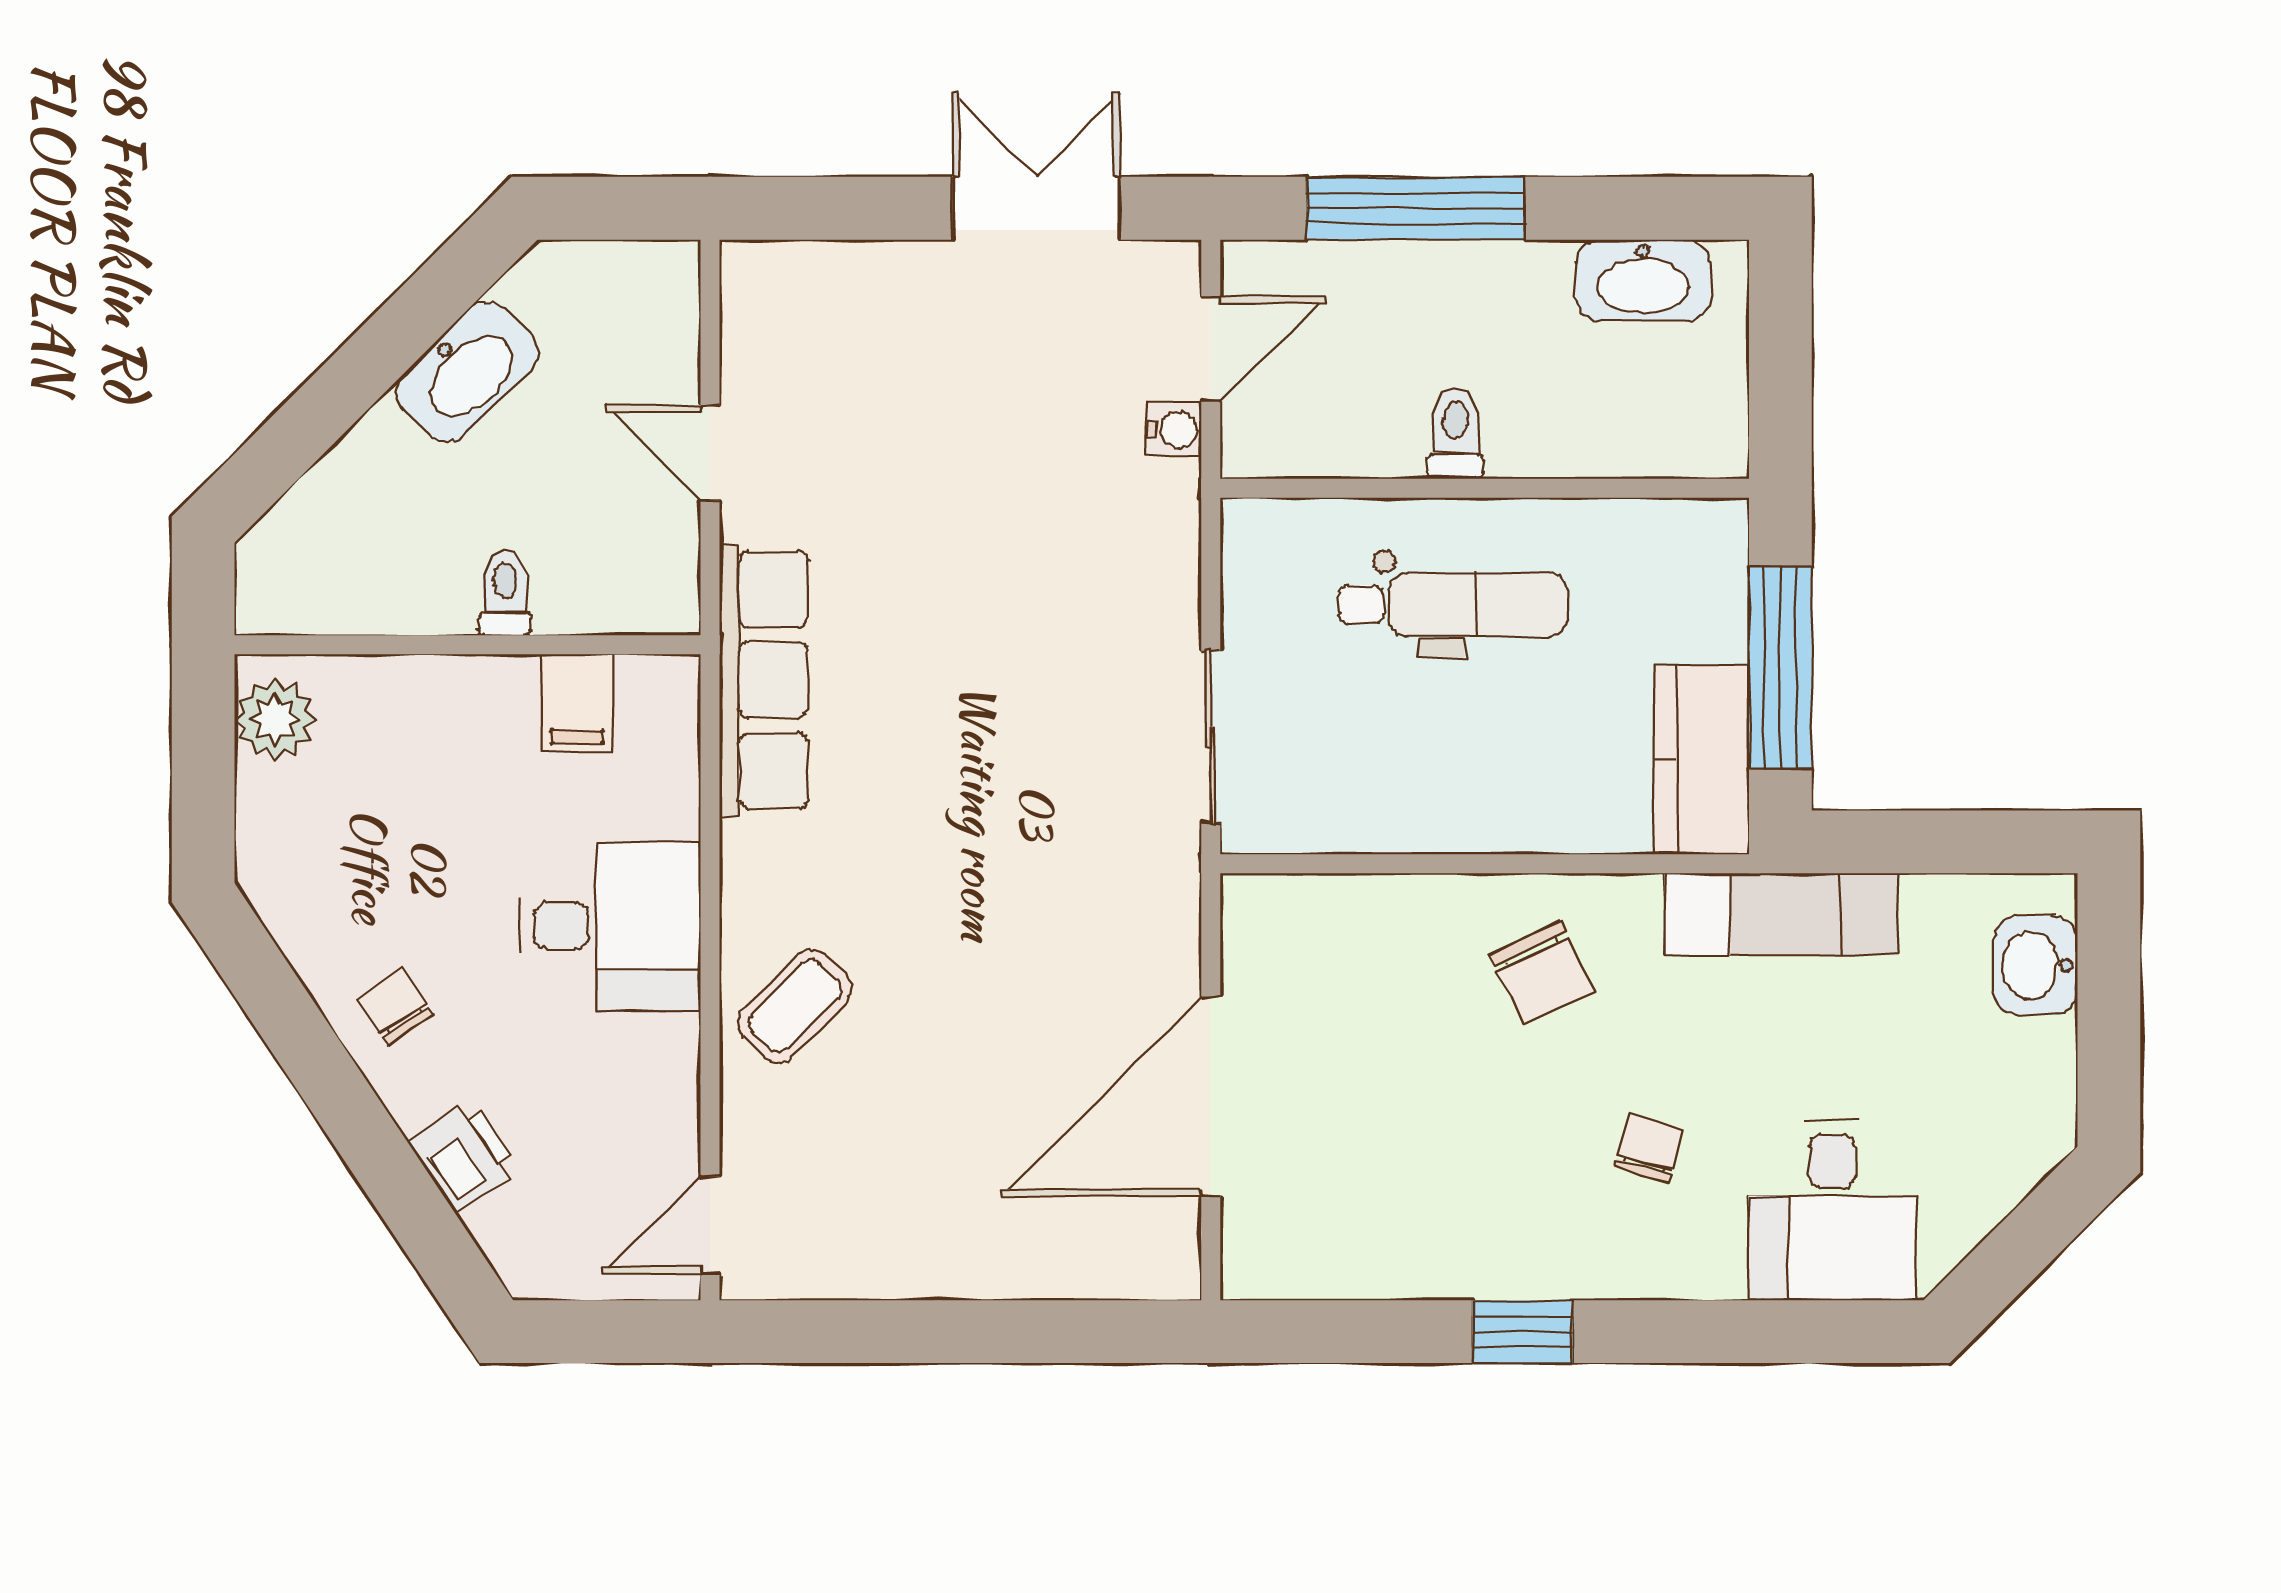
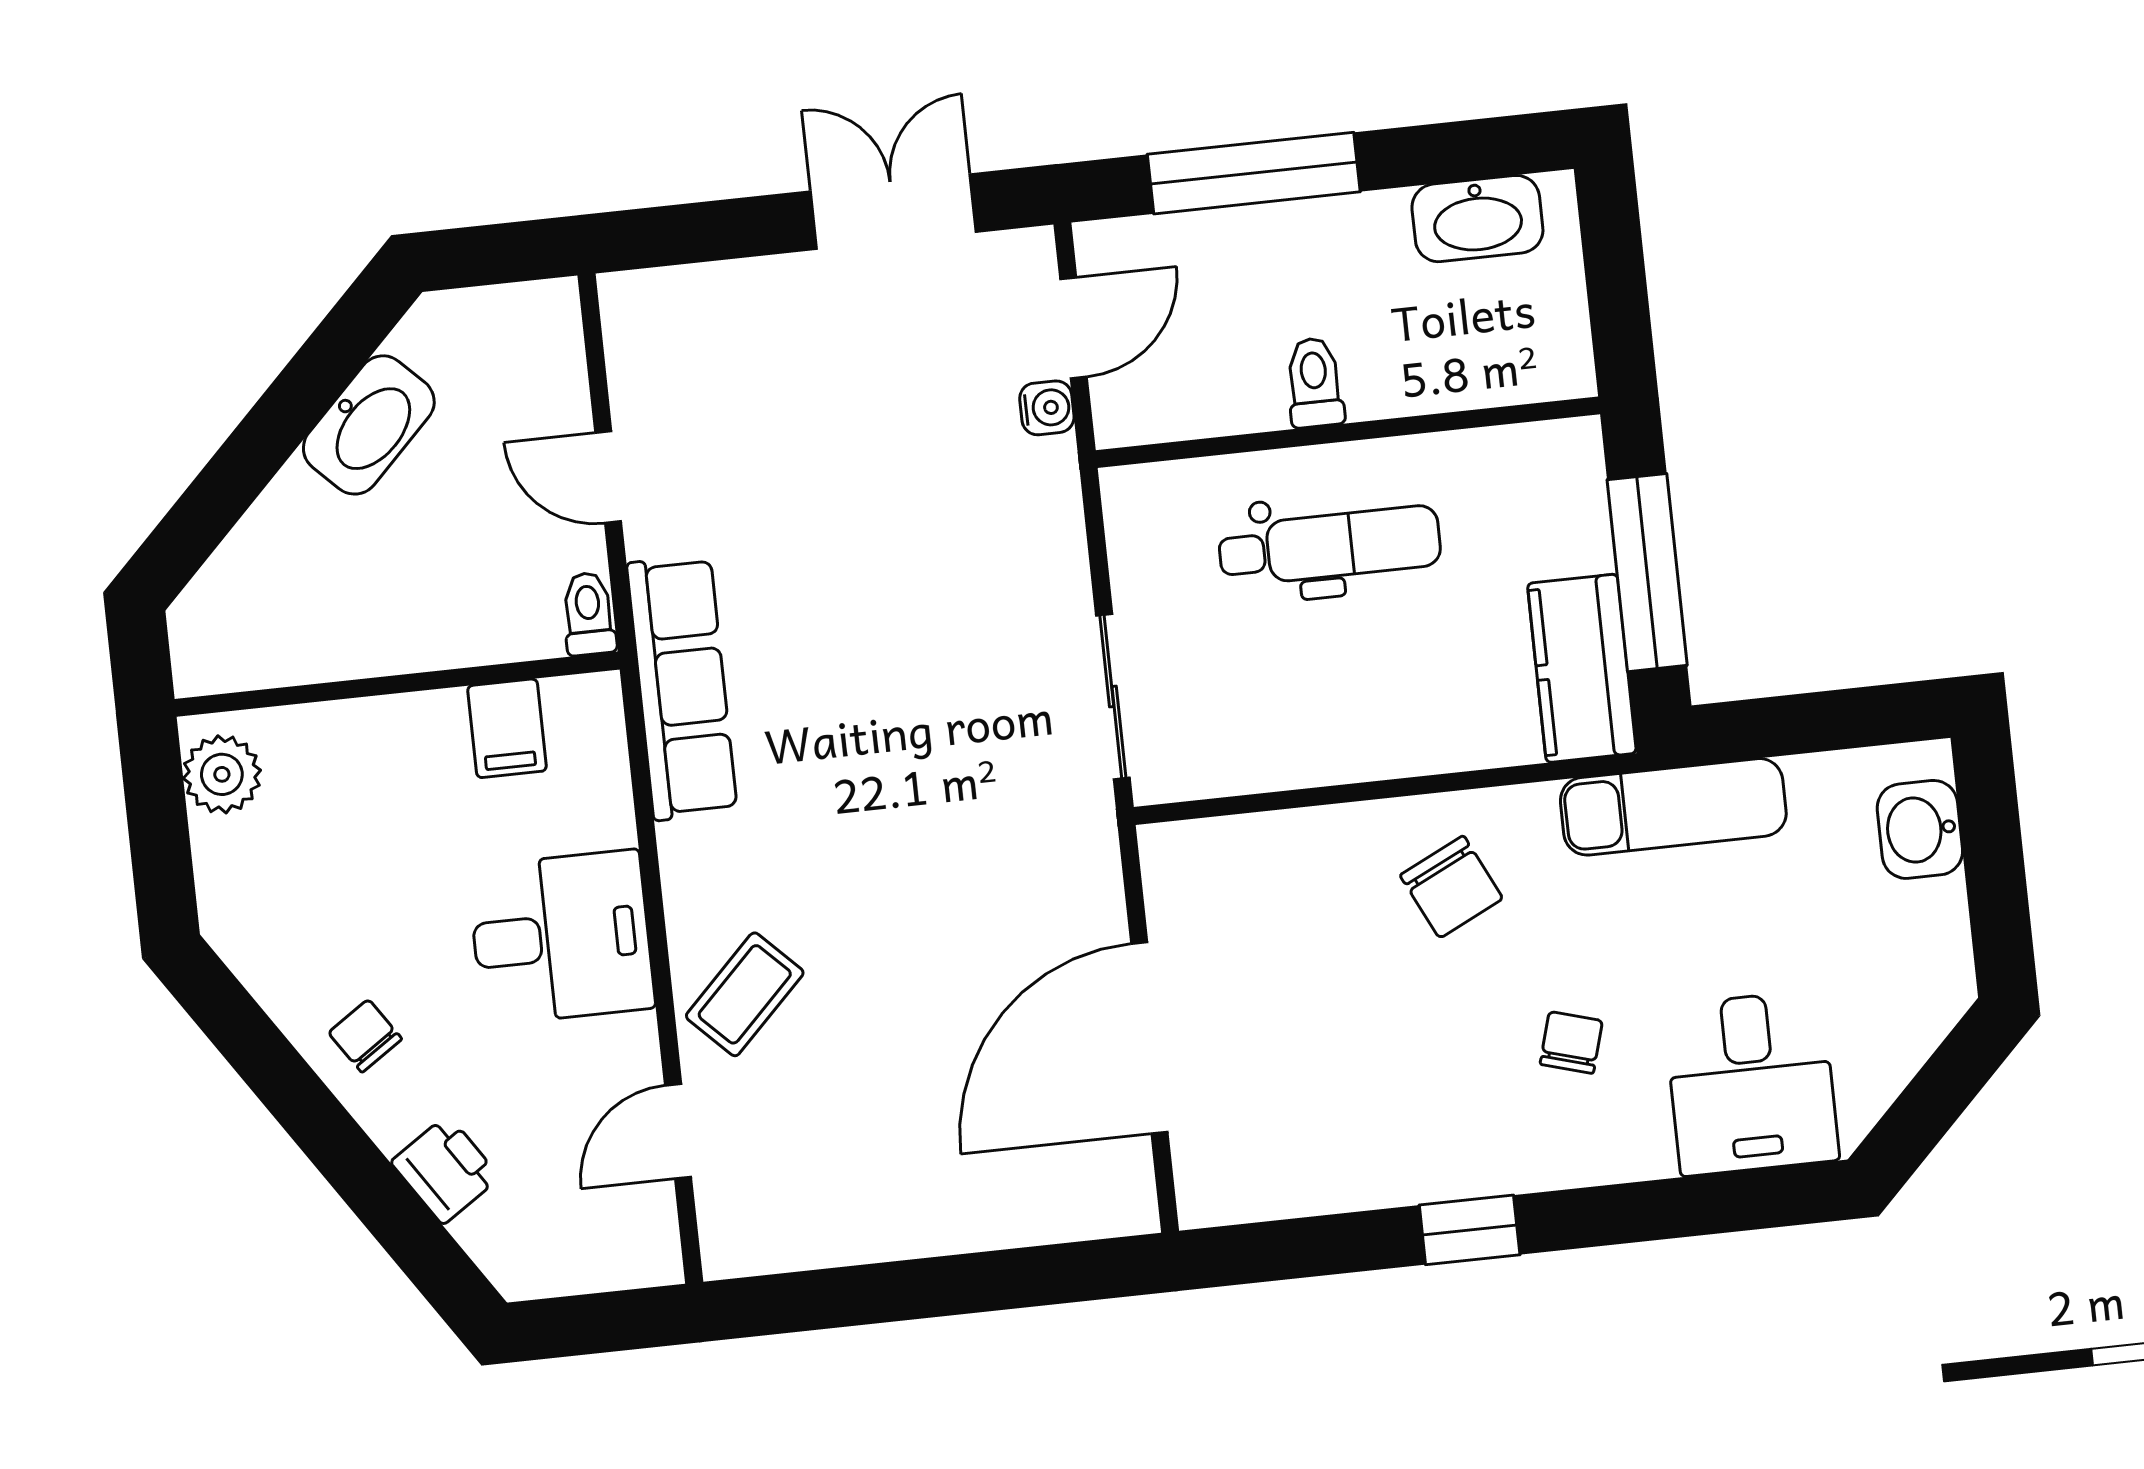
toilet: (505, 593) -> (589, 614), moved
door: (710, 1225) -> (678, 1131), moved

